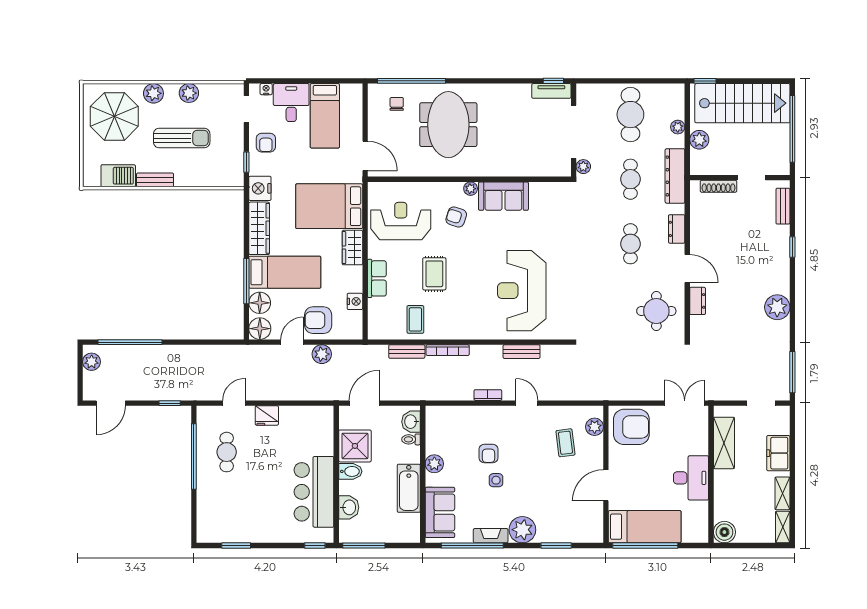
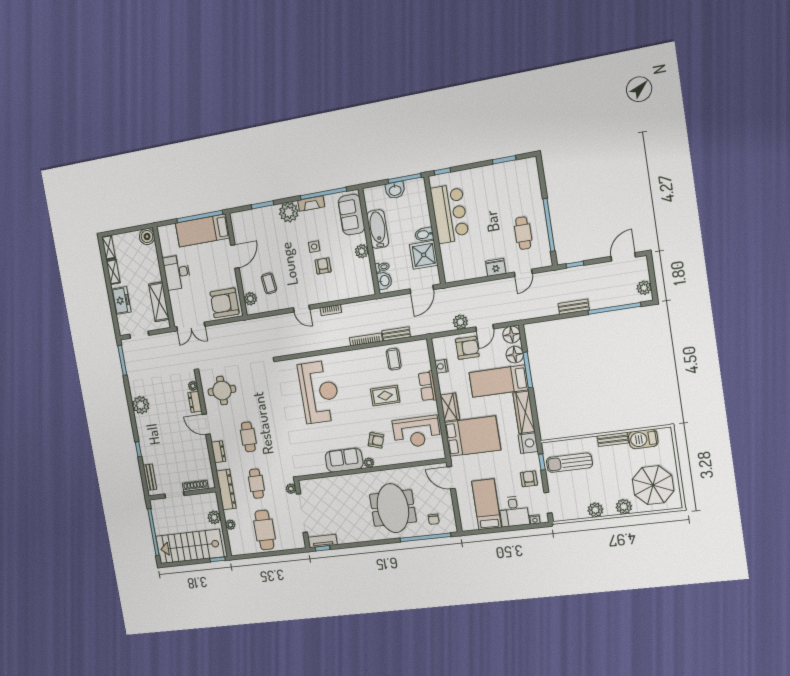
sun lounger: (182, 138) -> (569, 463), moved
rug: (434, 274) -> (385, 396), turned 90
plant: (697, 323) -> (193, 386), added
bench: (522, 352) -> (574, 307), moved
washbasin: (349, 507) -> (395, 190), moved, turned -90

